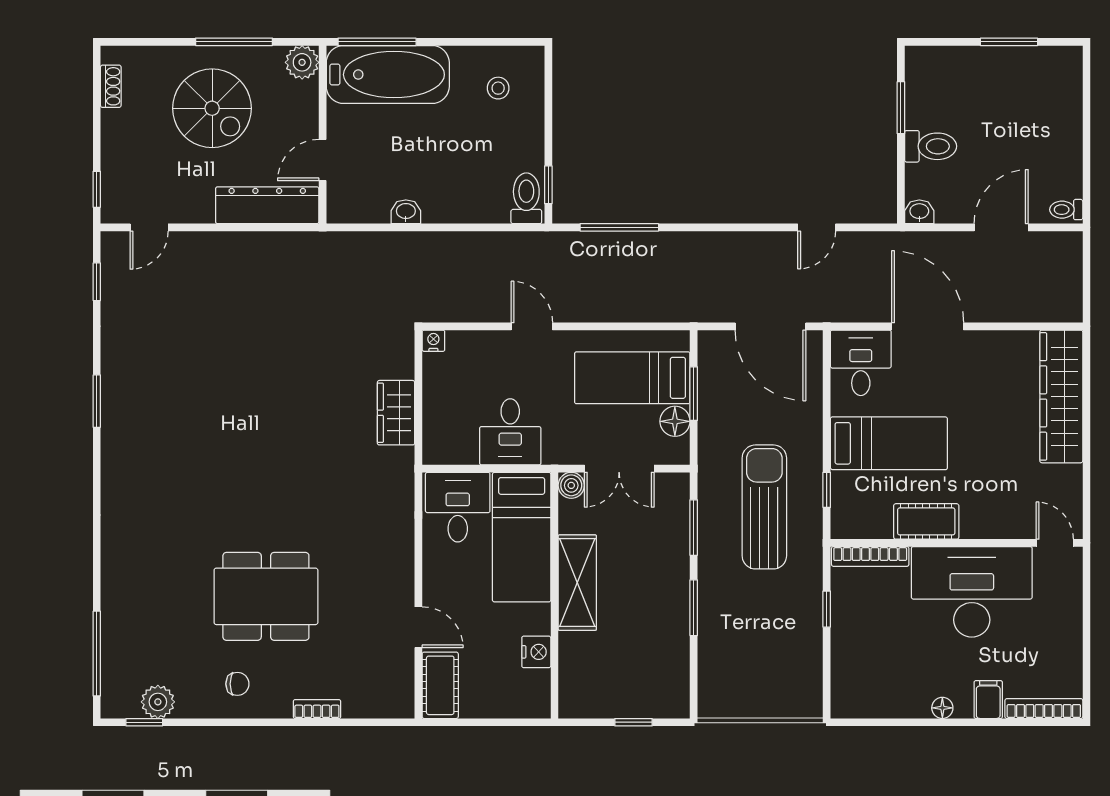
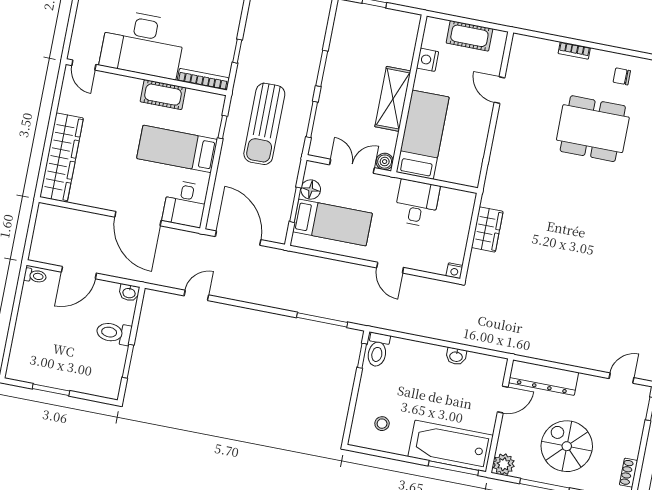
desk: (458, 507) -> (460, 162), removed
cot: (440, 685) -> (469, 36), moved, turned 90

